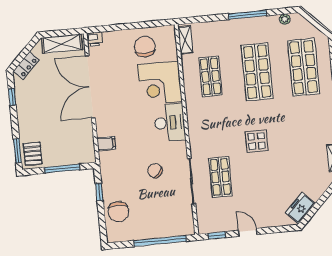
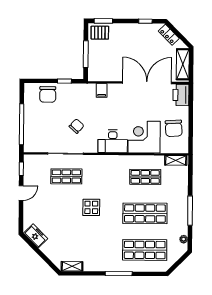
printer: (95, 39) -> (181, 95), width x1.87, depth x1.48
chair: (145, 47) -> (174, 128), turned 86
chair: (118, 212) -> (48, 94), turned -90

